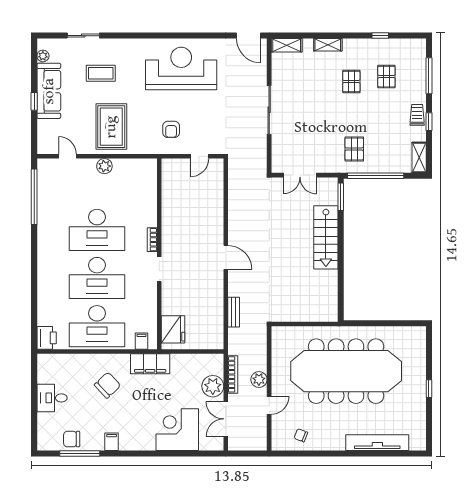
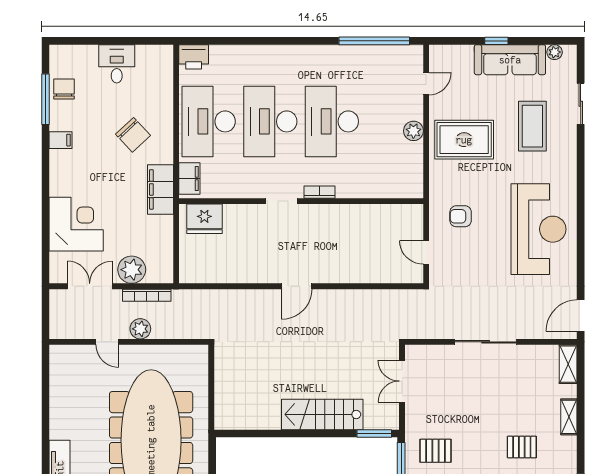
coffee table: (101, 73) -> (532, 126), width x1.36, depth x1.32
bench: (234, 312) -> (227, 296), removed
filing cabinet: (142, 341) -> (189, 178), width x2.00
chair: (301, 435) -> (69, 382), removed

